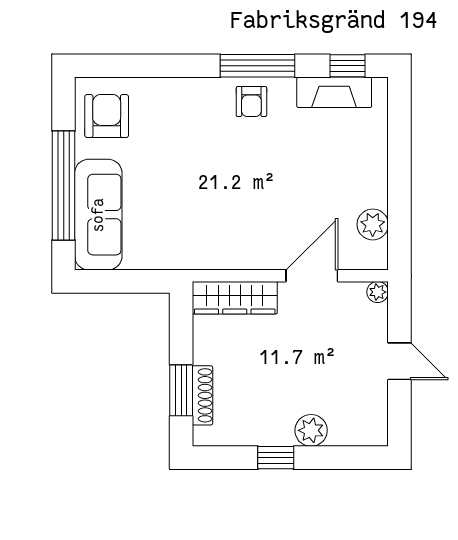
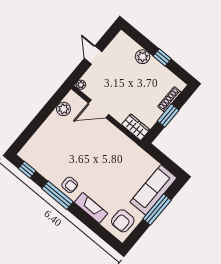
fireplace: (334, 92) -> (91, 208), moved
armchair: (251, 102) -> (70, 185), turned 90
window: (64, 186) -> (157, 210), width x0.68
wardrobe: (235, 298) -> (136, 127), width x0.67
window: (181, 390) -> (168, 116), moved

